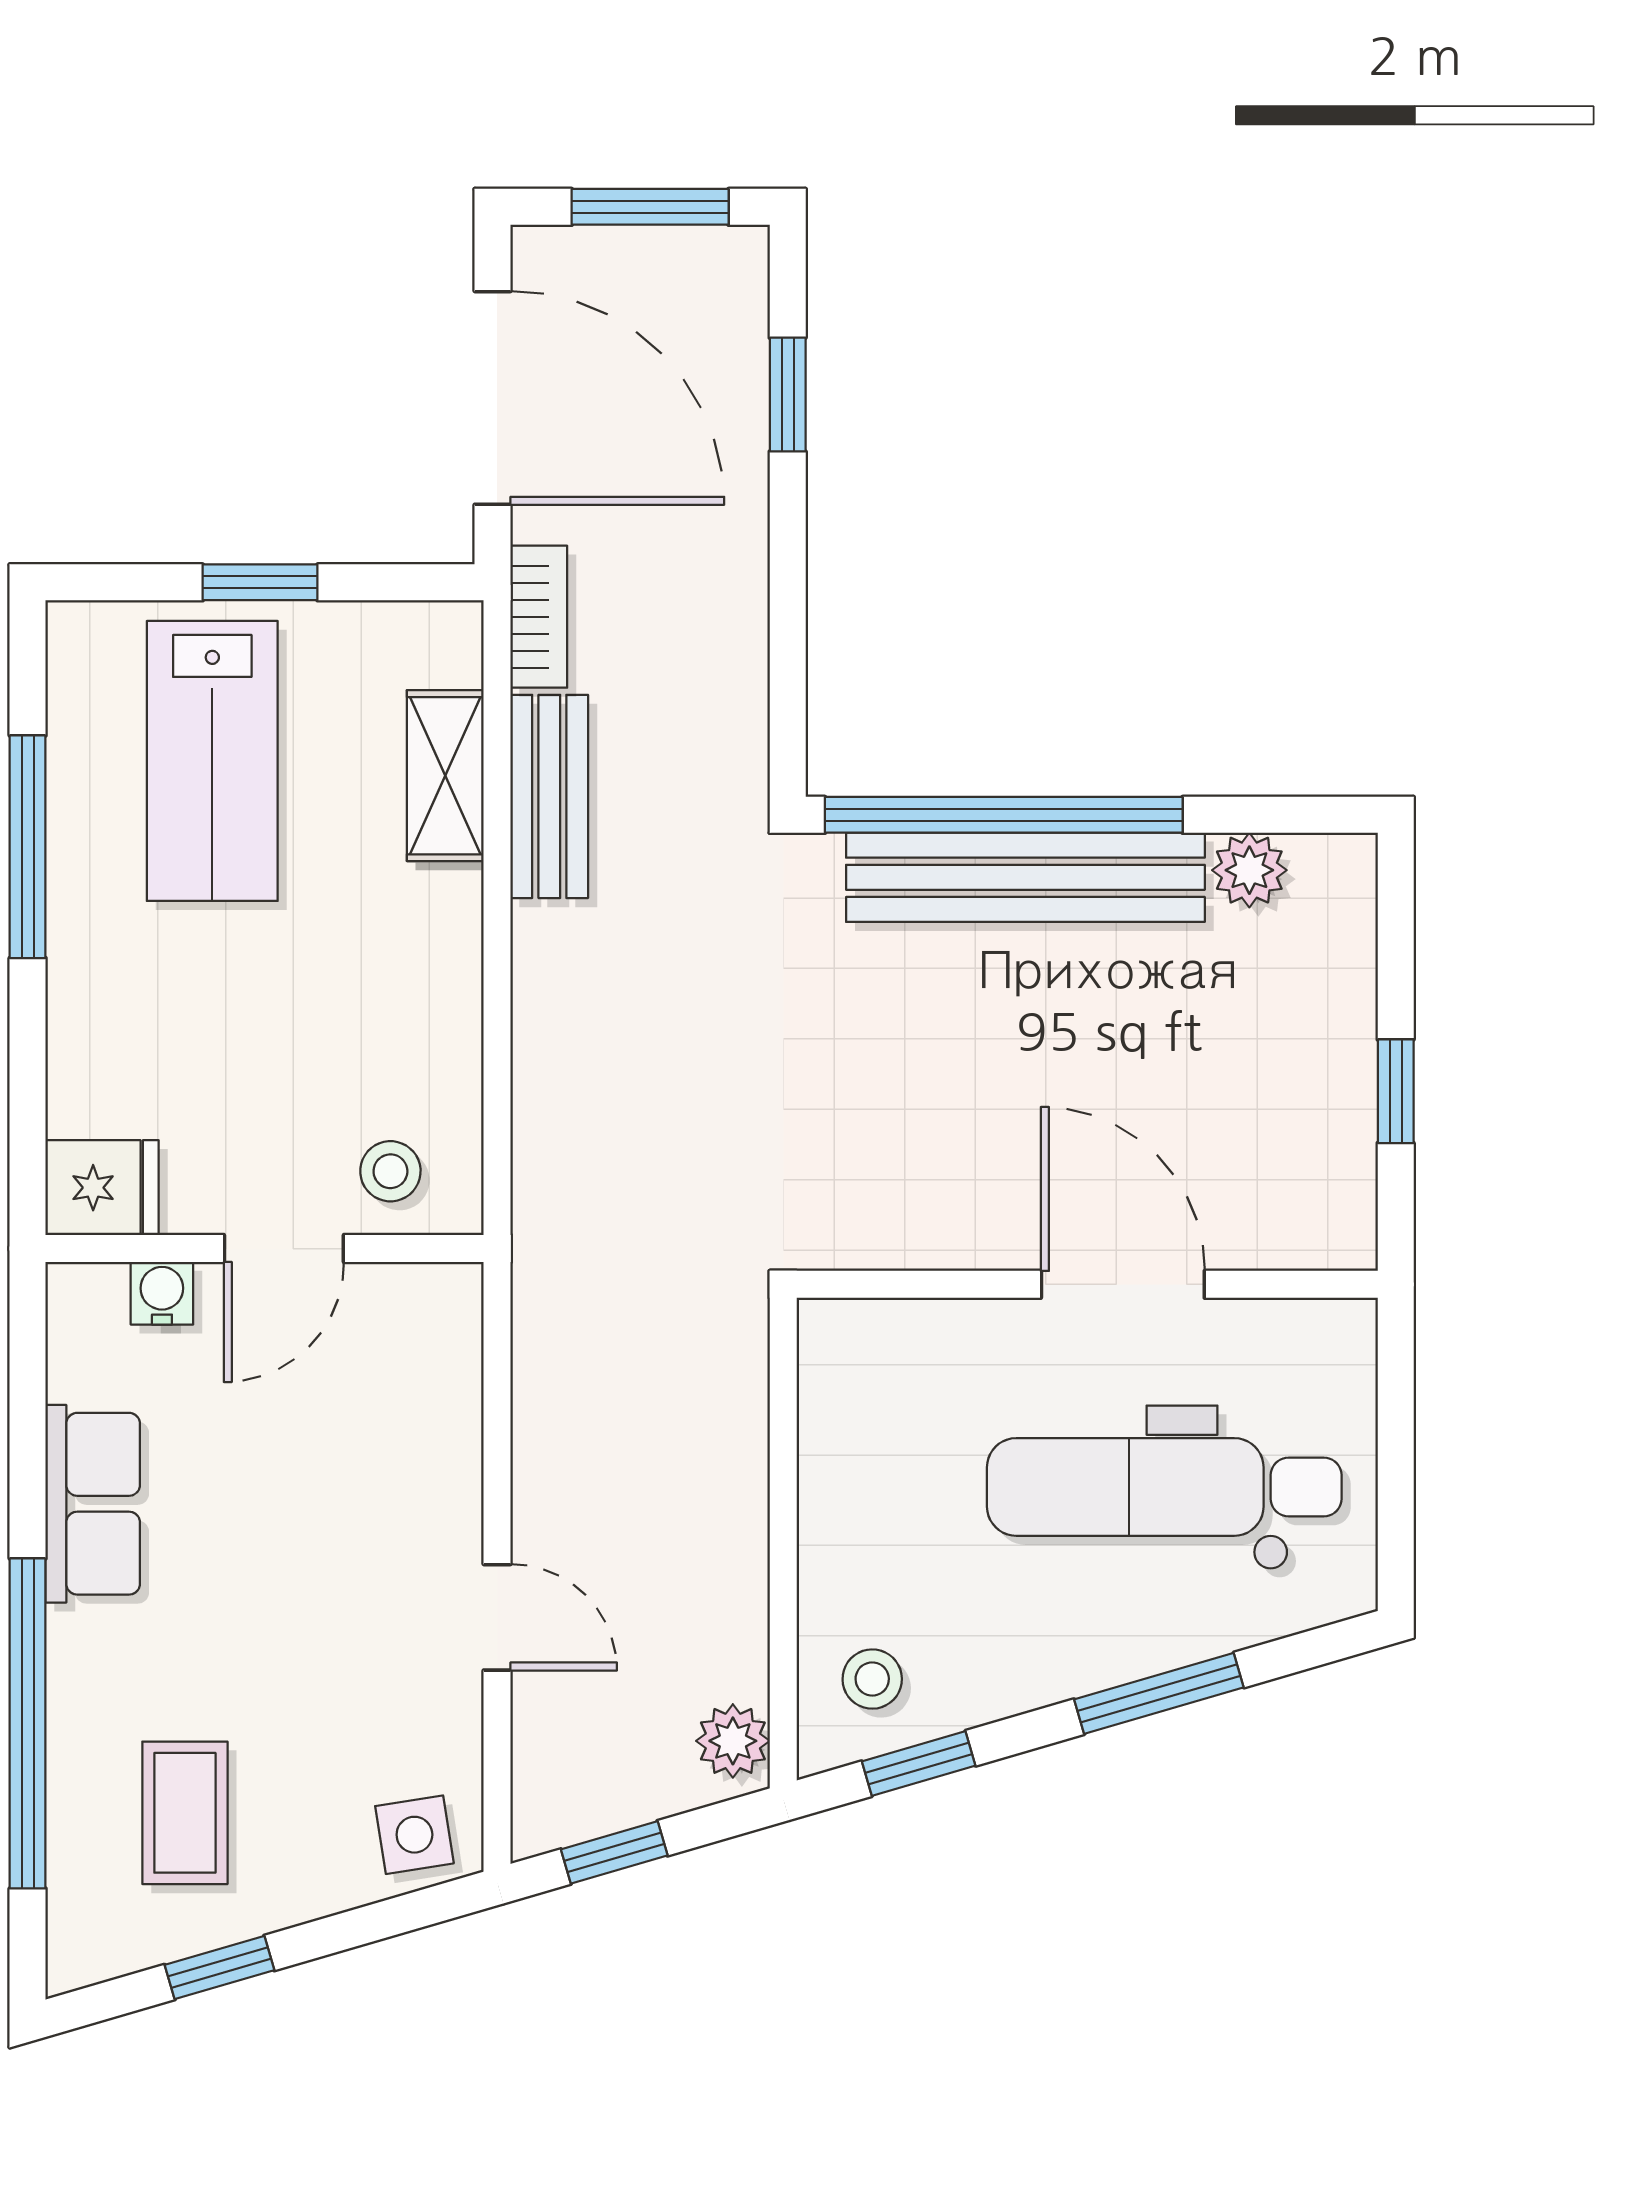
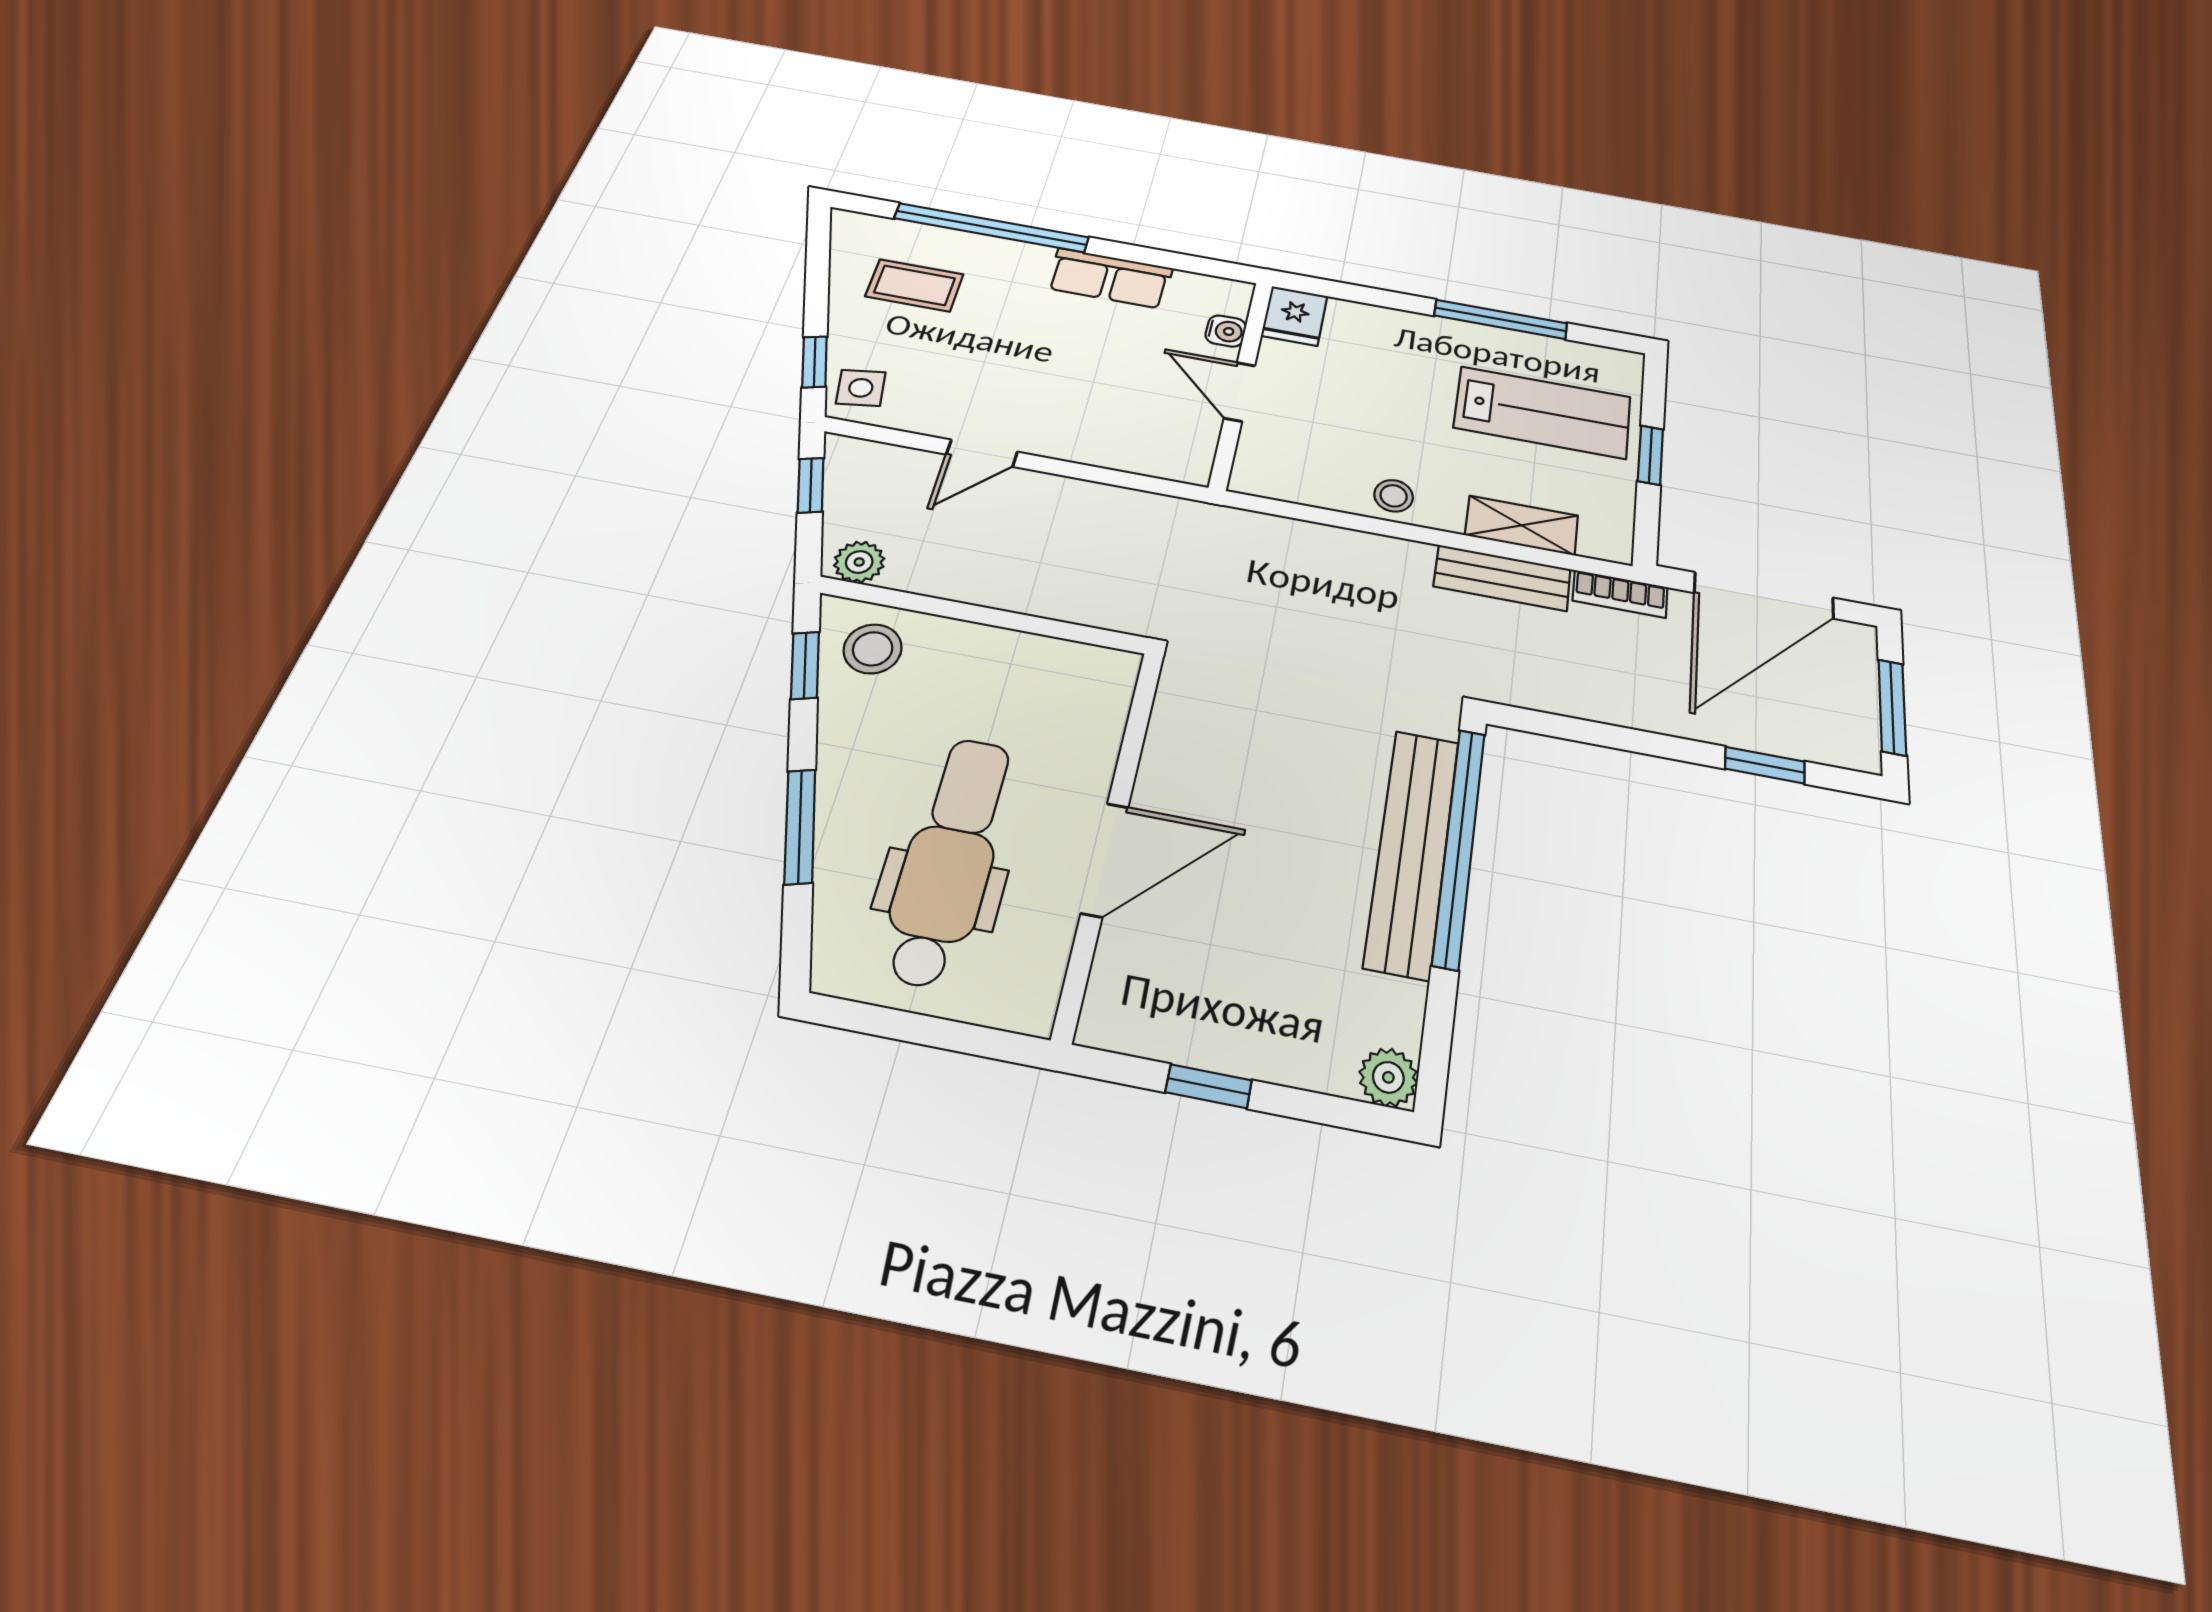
lab bench: (212, 761) -> (1543, 412), turned 180
plant: (1249, 870) -> (1388, 1077), moved
stool: (390, 1171) -> (1394, 496), moved
stool: (872, 1679) -> (873, 649), width x1.37, depth x1.37
window: (219, 1968) -> (815, 362), moved

